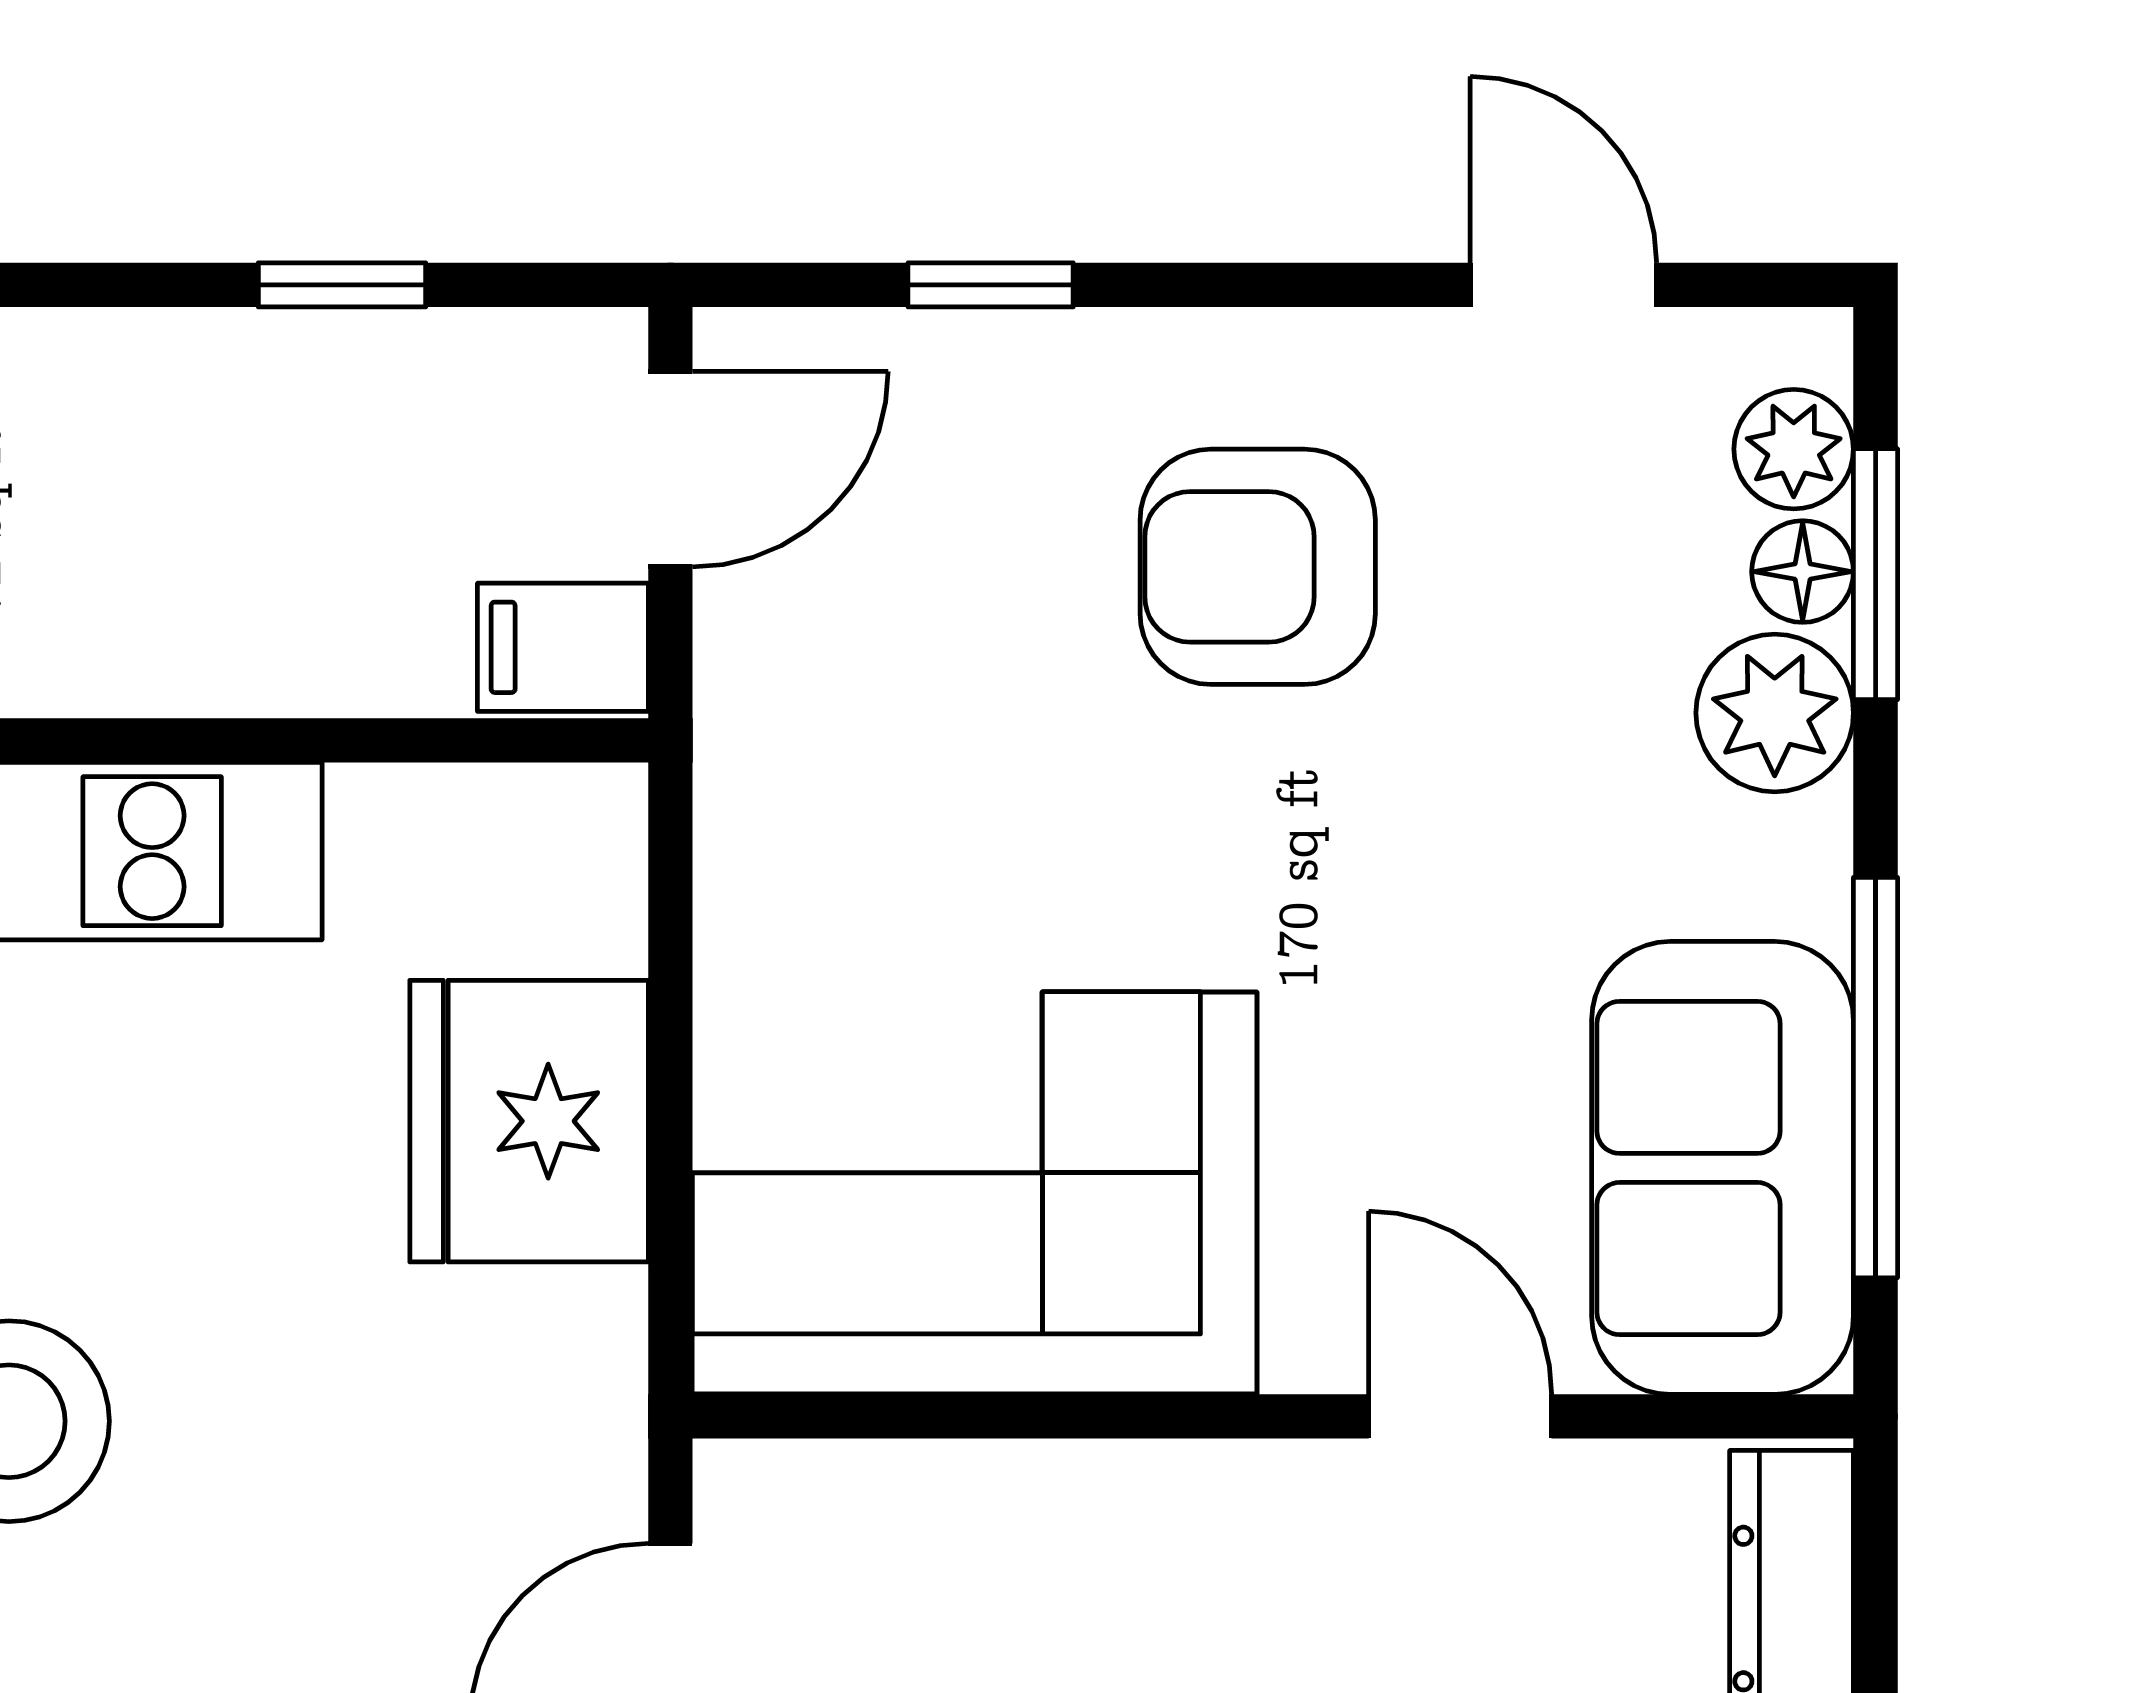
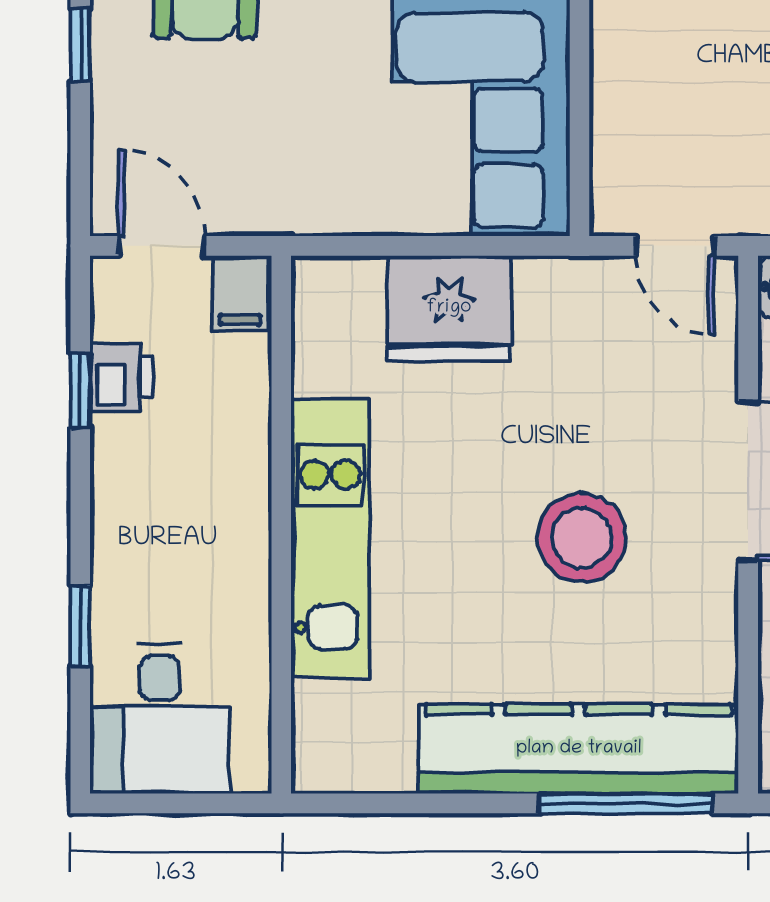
window: (991, 285) -> (80, 45), moved
printer: (371, 378) -> (121, 378), added

